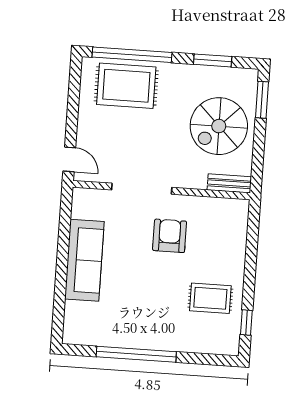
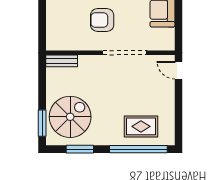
rug: (126, 86) -> (141, 126), width x0.73, depth x0.70
spiral stairs: (219, 126) -> (70, 117), moved
armchair: (170, 236) -> (102, 20), turned 90

